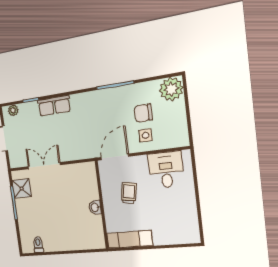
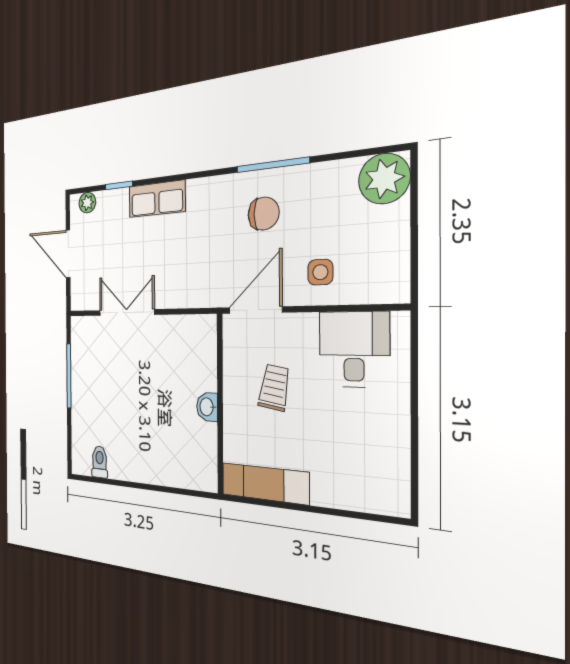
chair: (143, 113) -> (264, 214), moved, turned 180
shower: (22, 189) -> (84, 351), removed

